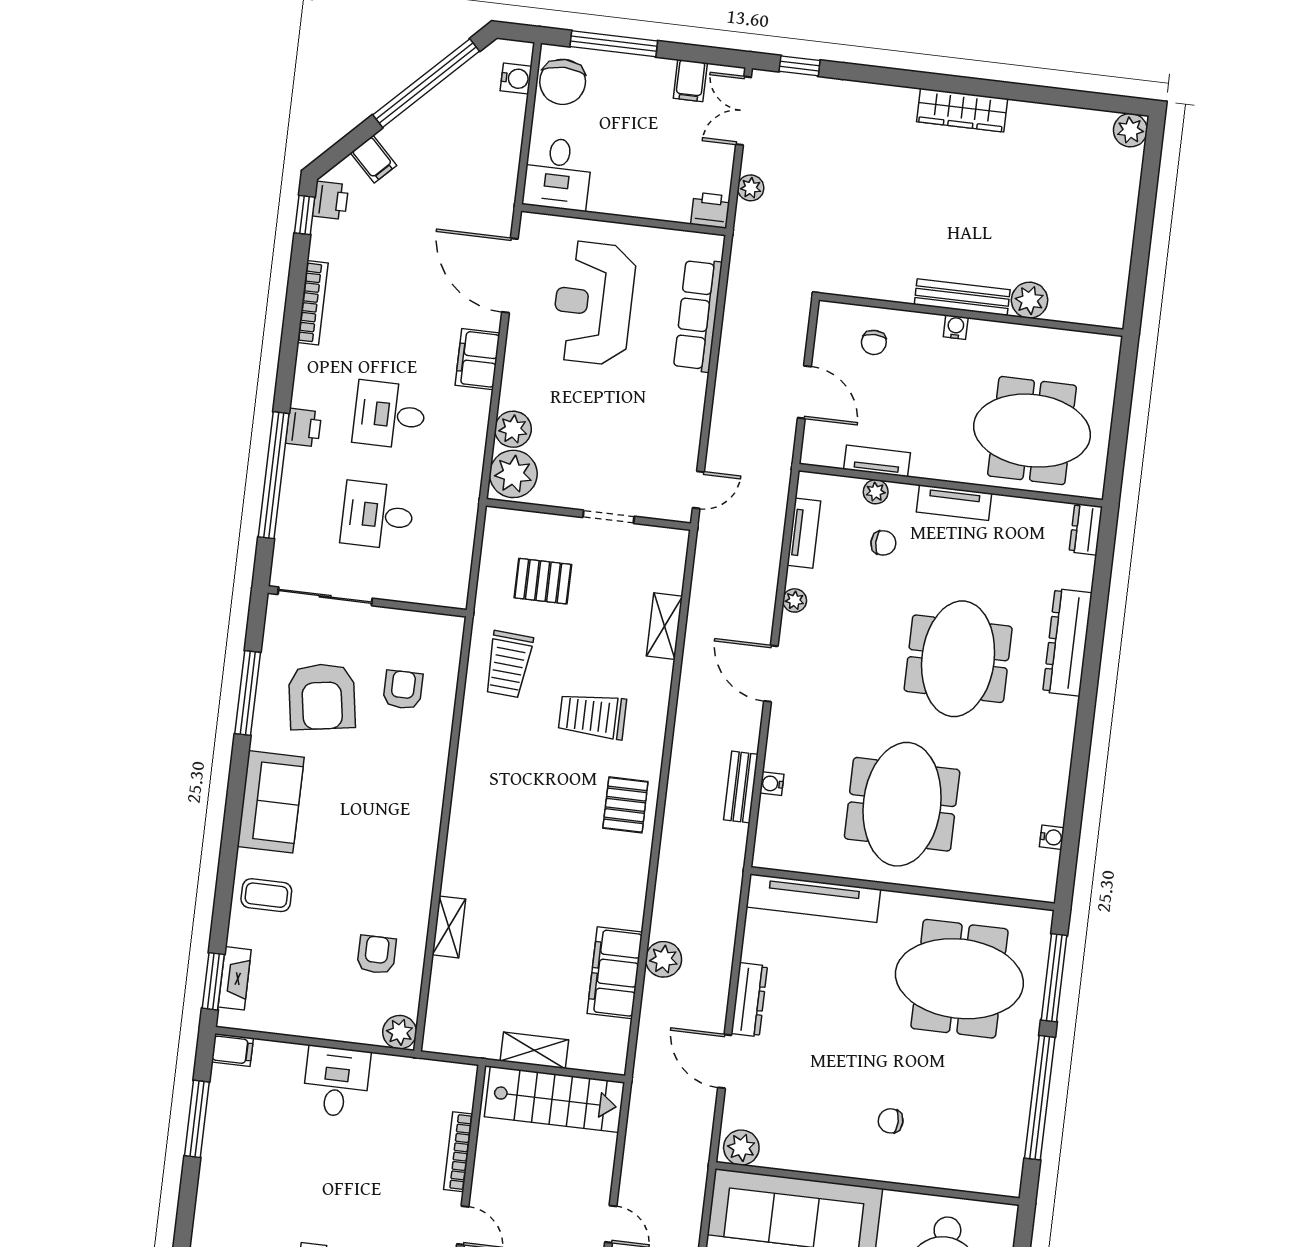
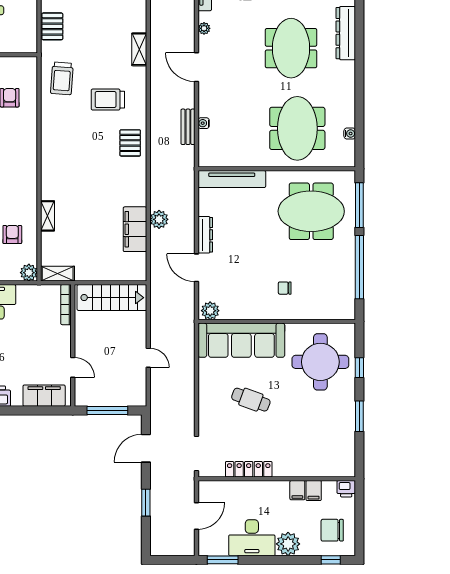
pallet: (543, 581) -> (52, 26), moved, turned 90
meeting table: (902, 804) -> (297, 128), moved
shelving: (534, 1050) -> (58, 274), moved
bookcase: (458, 1152) -> (66, 305), moved

